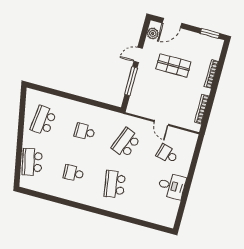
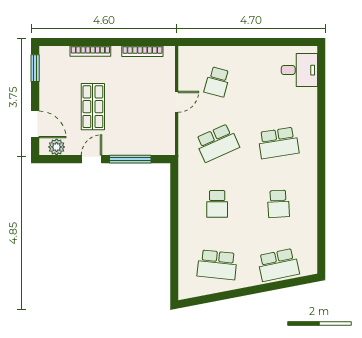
door: (138, 55) -> (92, 159), swing flipped
school desk: (126, 143) -> (217, 143), turned -45
desk: (172, 186) -> (299, 70), moved, turned 90

